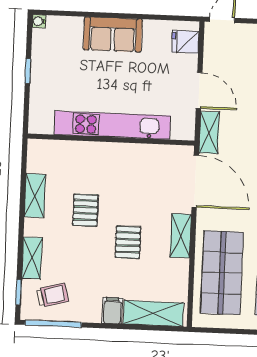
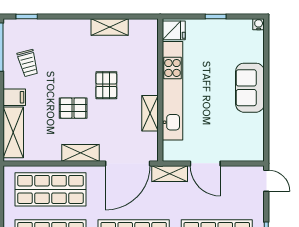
fridge: (185, 42) -> (174, 30), moved, turned 90
door: (199, 90) -> (205, 163), hinge flipped
pallet: (85, 210) -> (106, 85), moved, turned 90
shelving: (32, 258) -> (150, 113), moved, turned 90
trolley: (53, 295) -> (28, 63), moved

